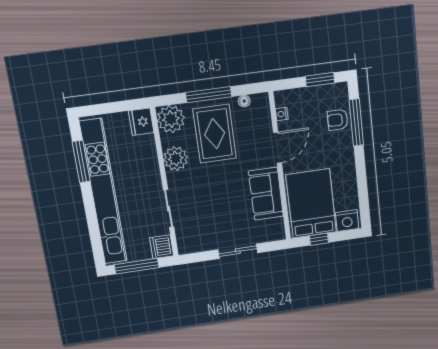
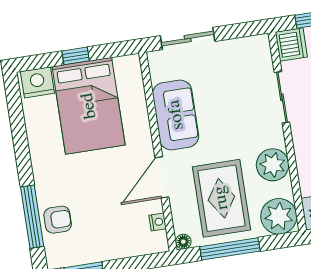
nightstand: (282, 114) -> (158, 222), moved
door: (277, 148) -> (162, 177), moved
wall: (280, 167) -> (158, 152), moved
sofa: (266, 194) -> (176, 115), moved

